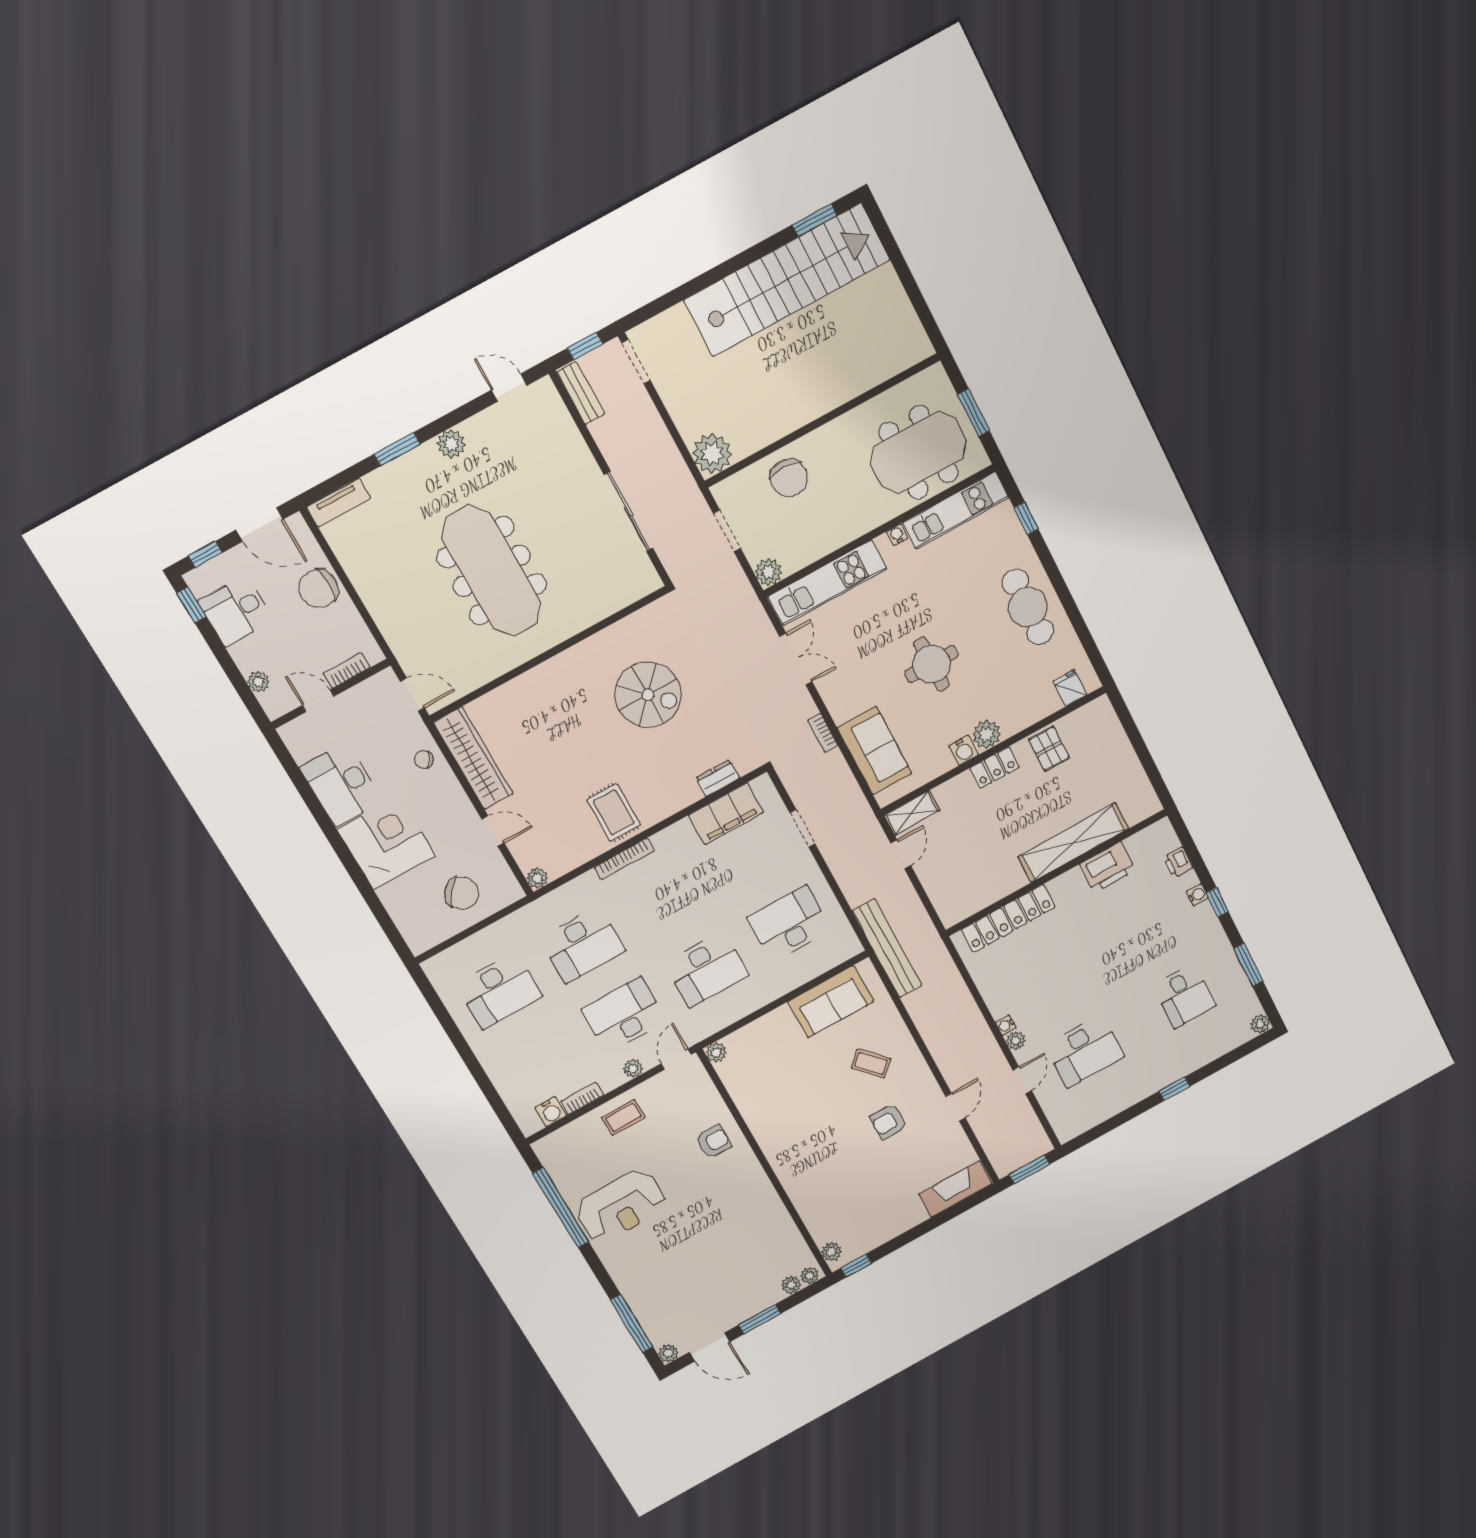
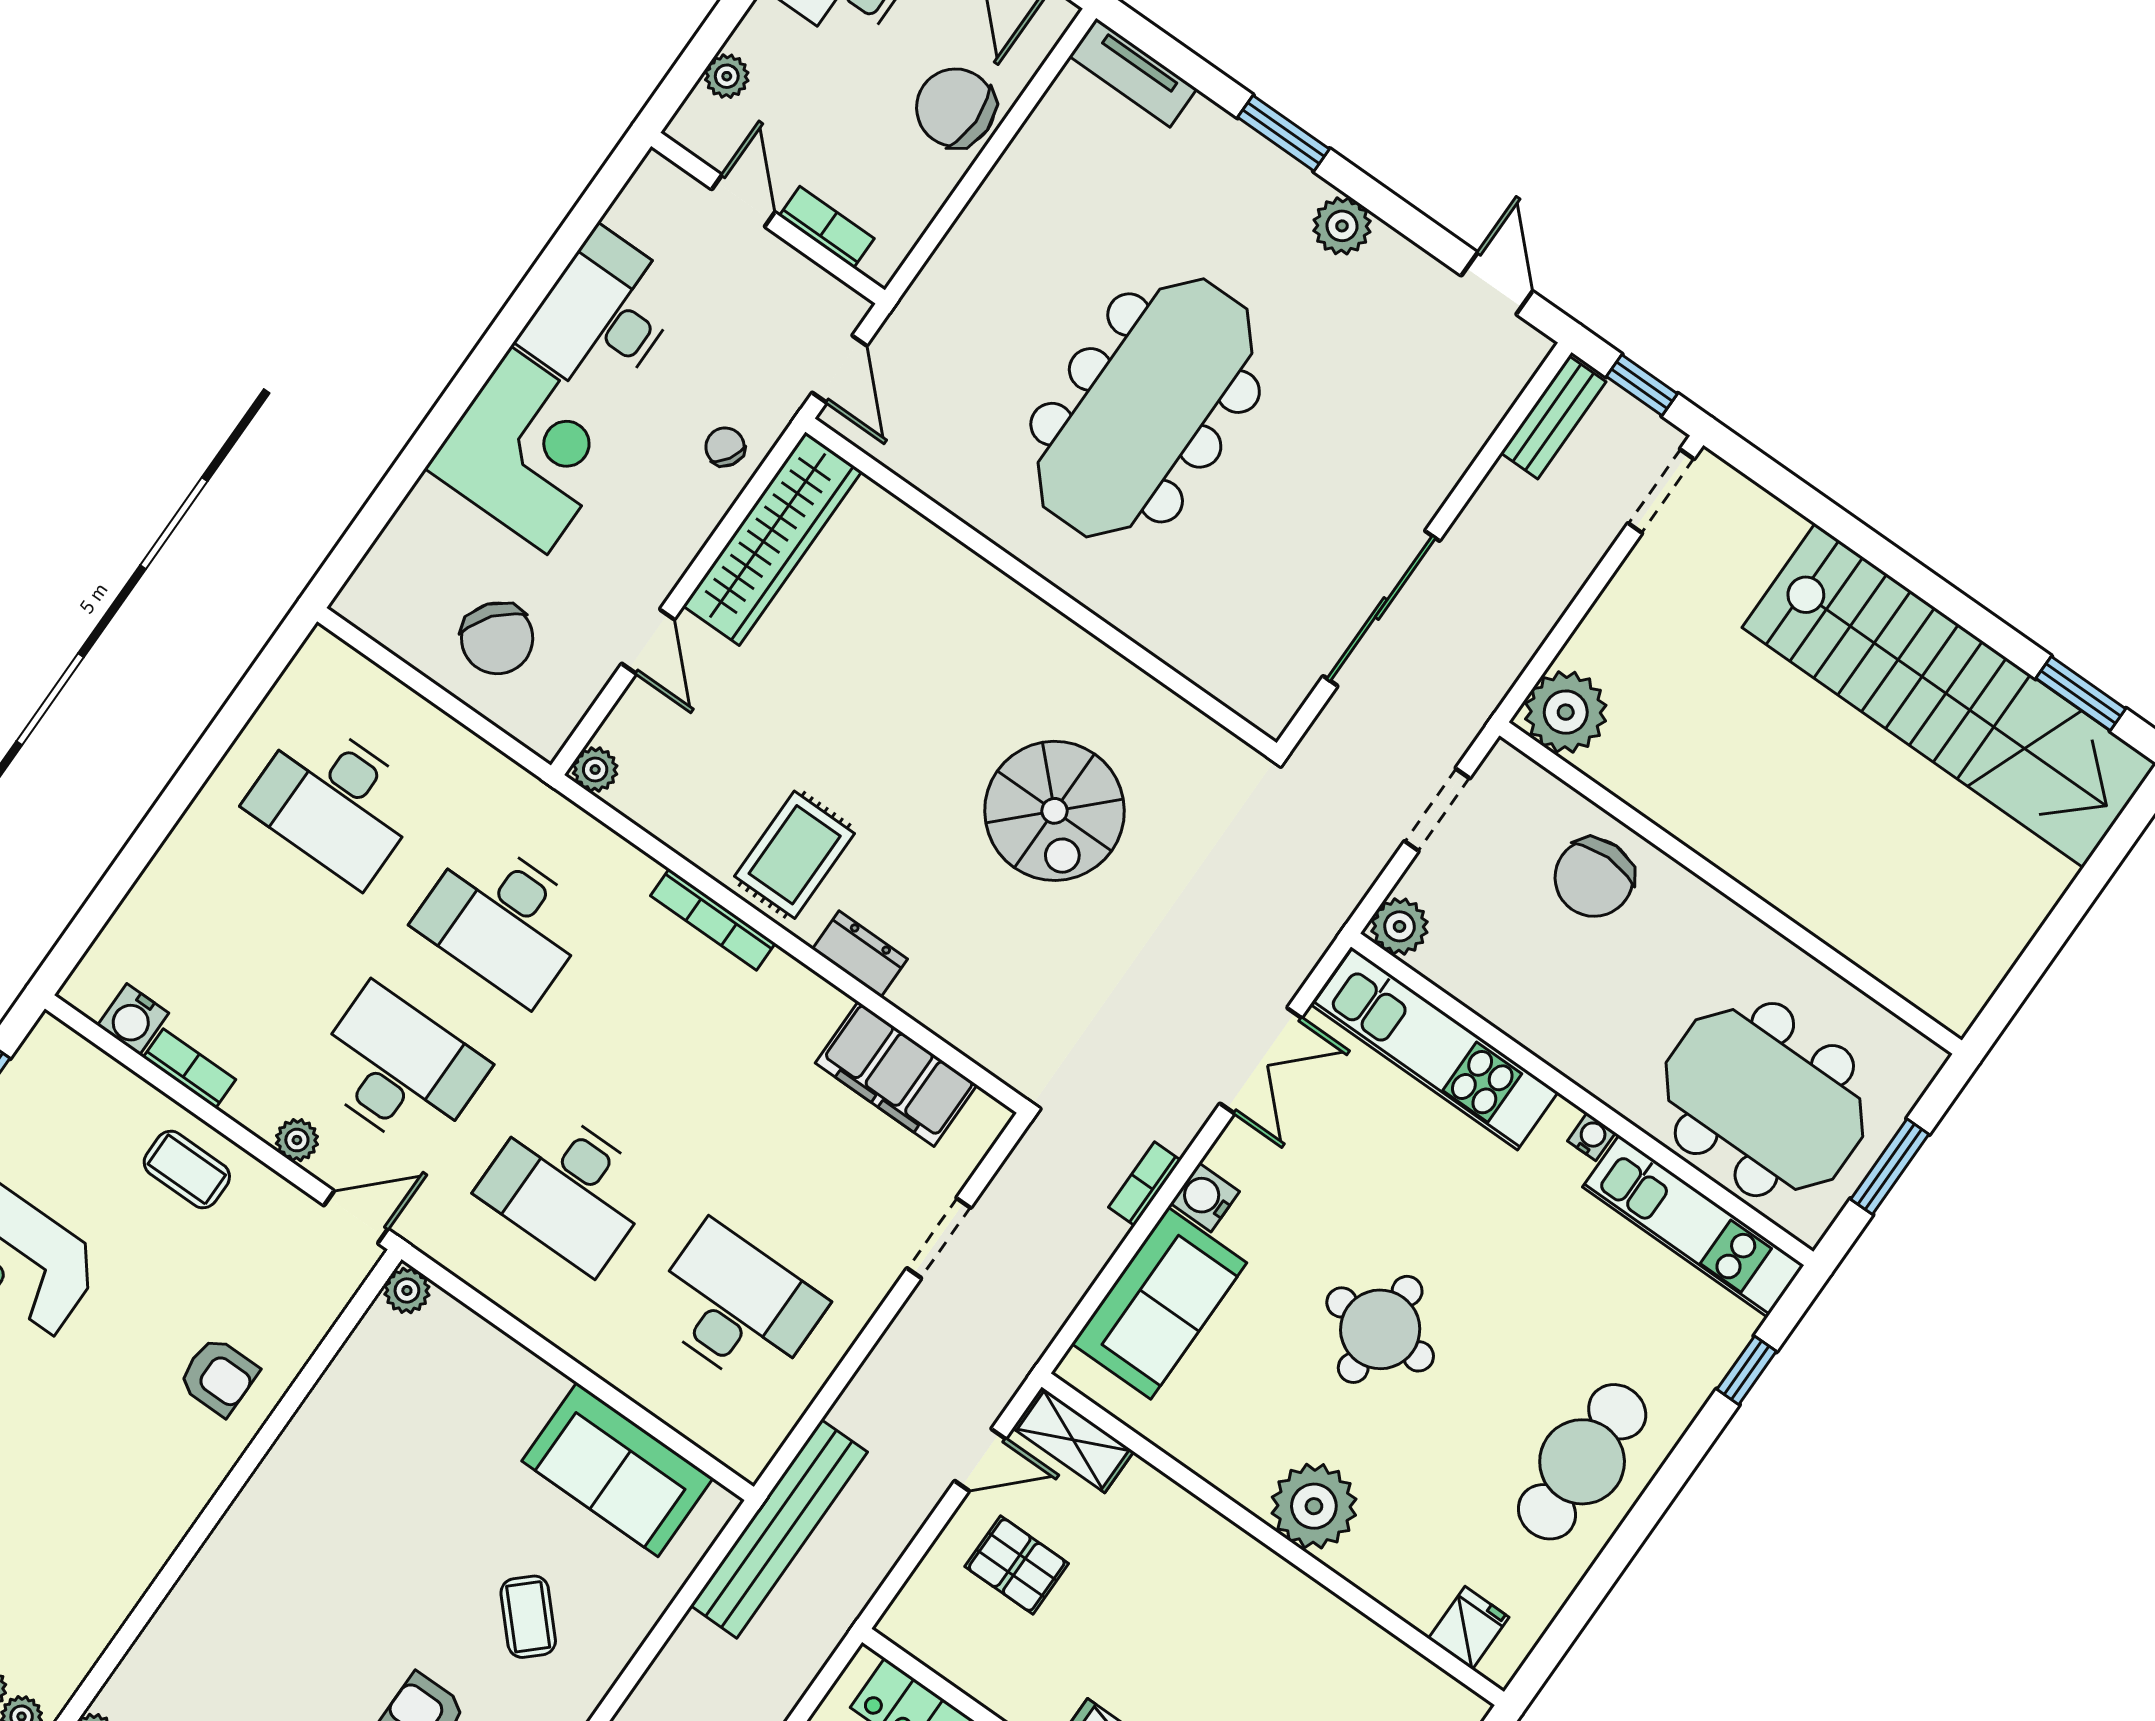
plant: (987, 734) -> (1314, 1506), width x1.36, depth x1.36
pallet: (1049, 749) -> (1017, 1565), moved, turned 90
water cooler: (964, 750) -> (1205, 1197), moved, turned 90
locker: (995, 768) -> (1241, 1559), removed
dresser: (718, 778) -> (860, 954), moved

